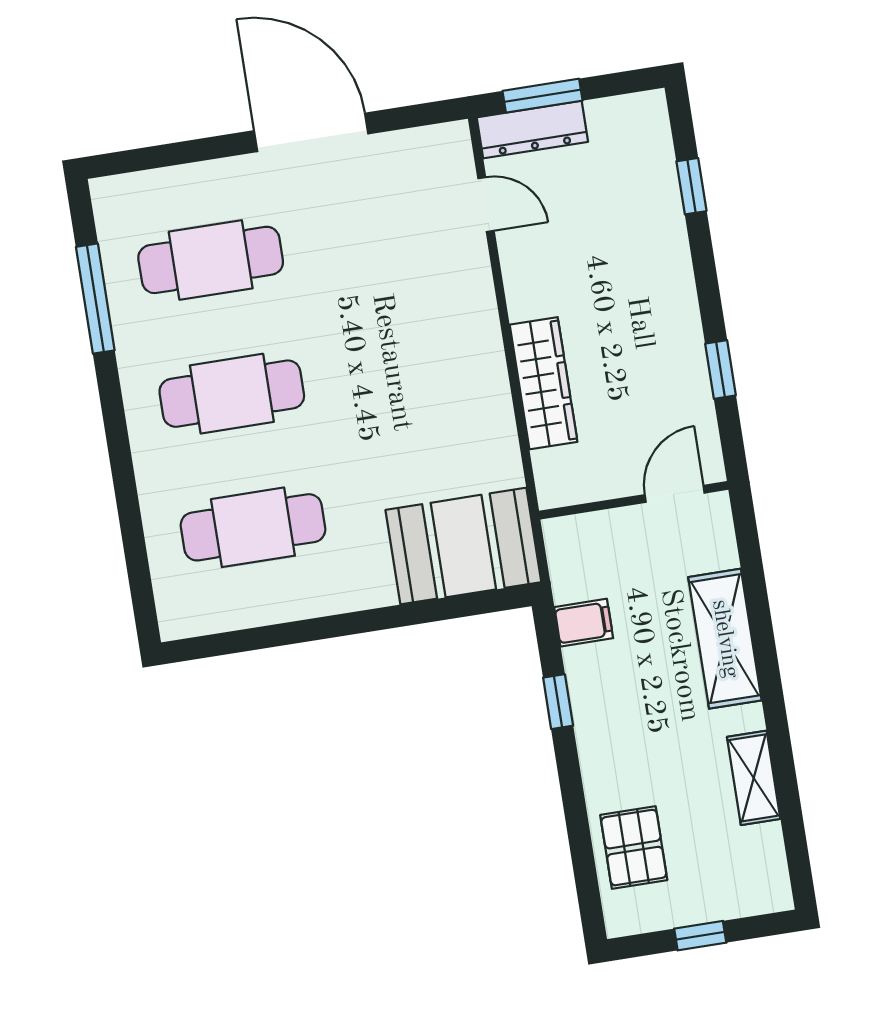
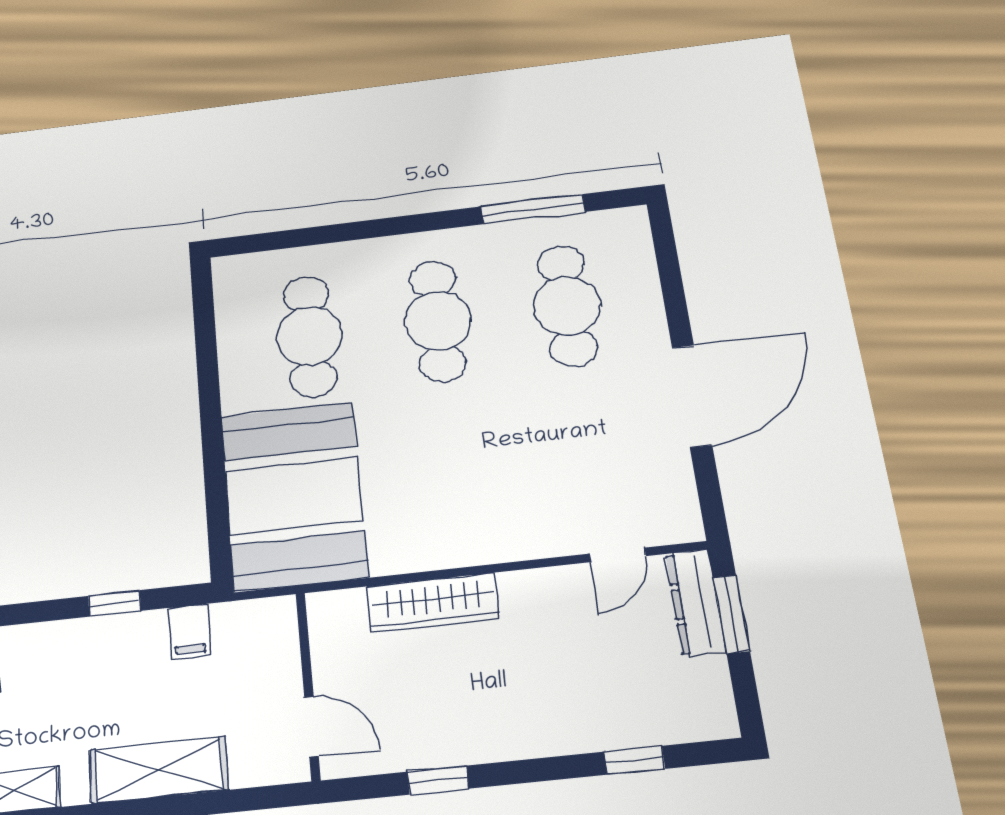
booth: (463, 546) -> (294, 496), width x1.36, depth x1.42

